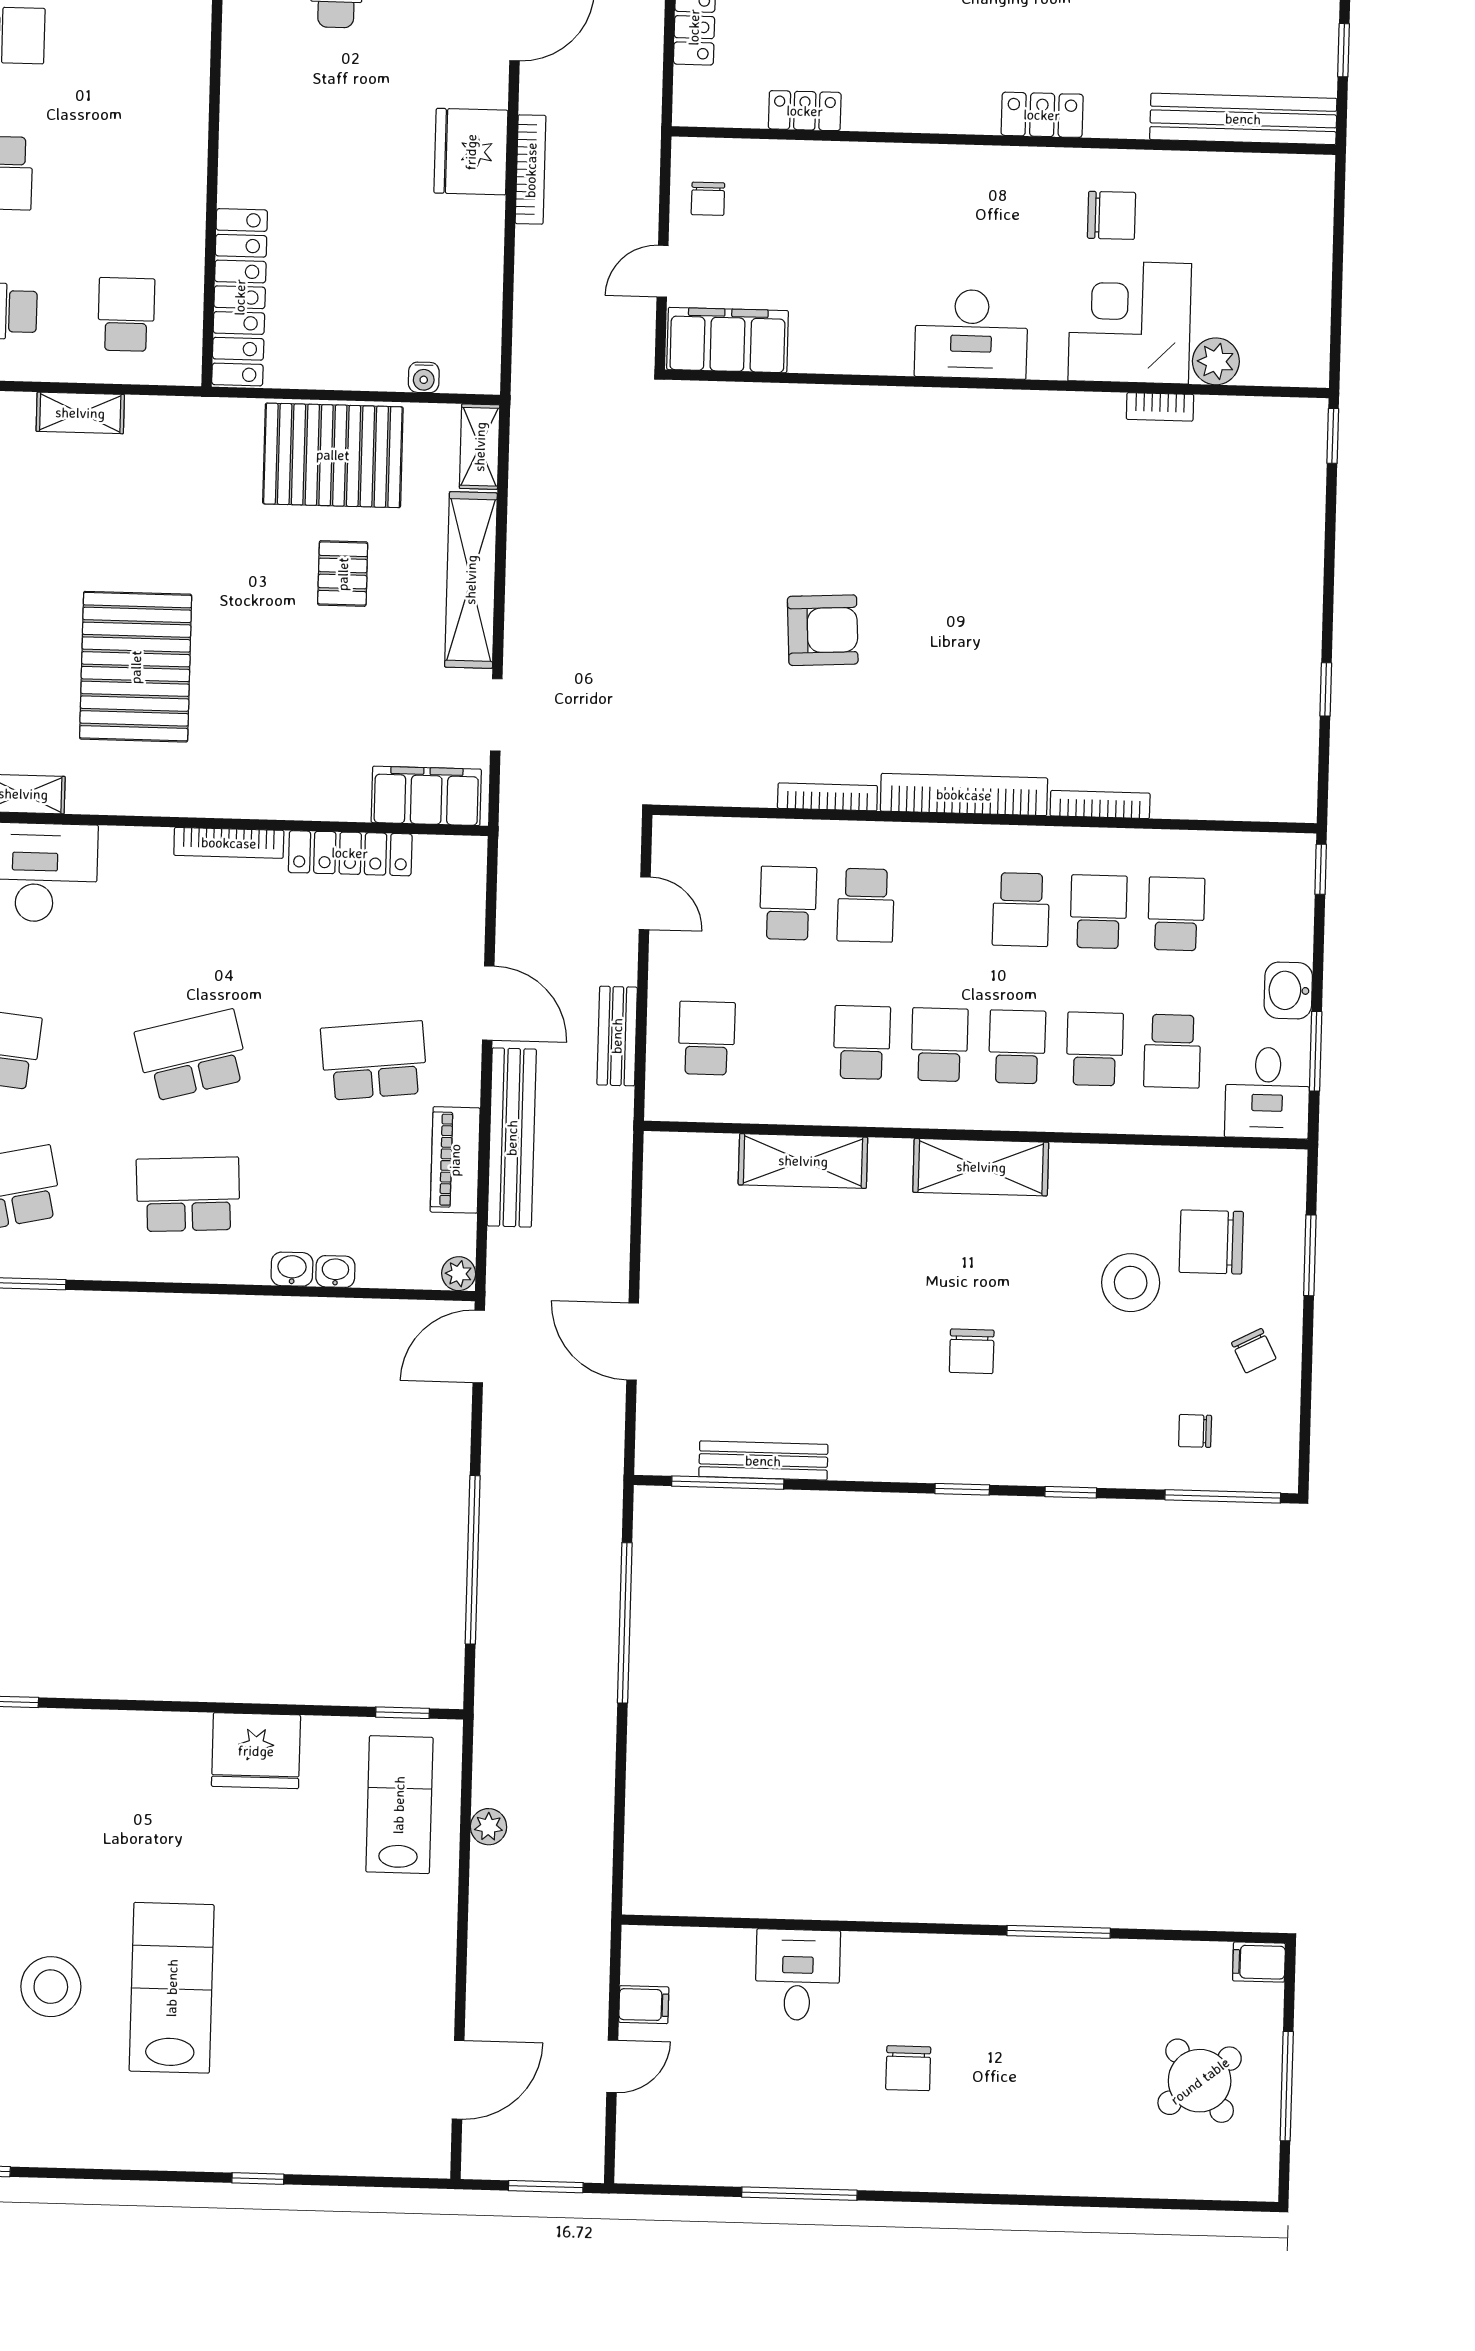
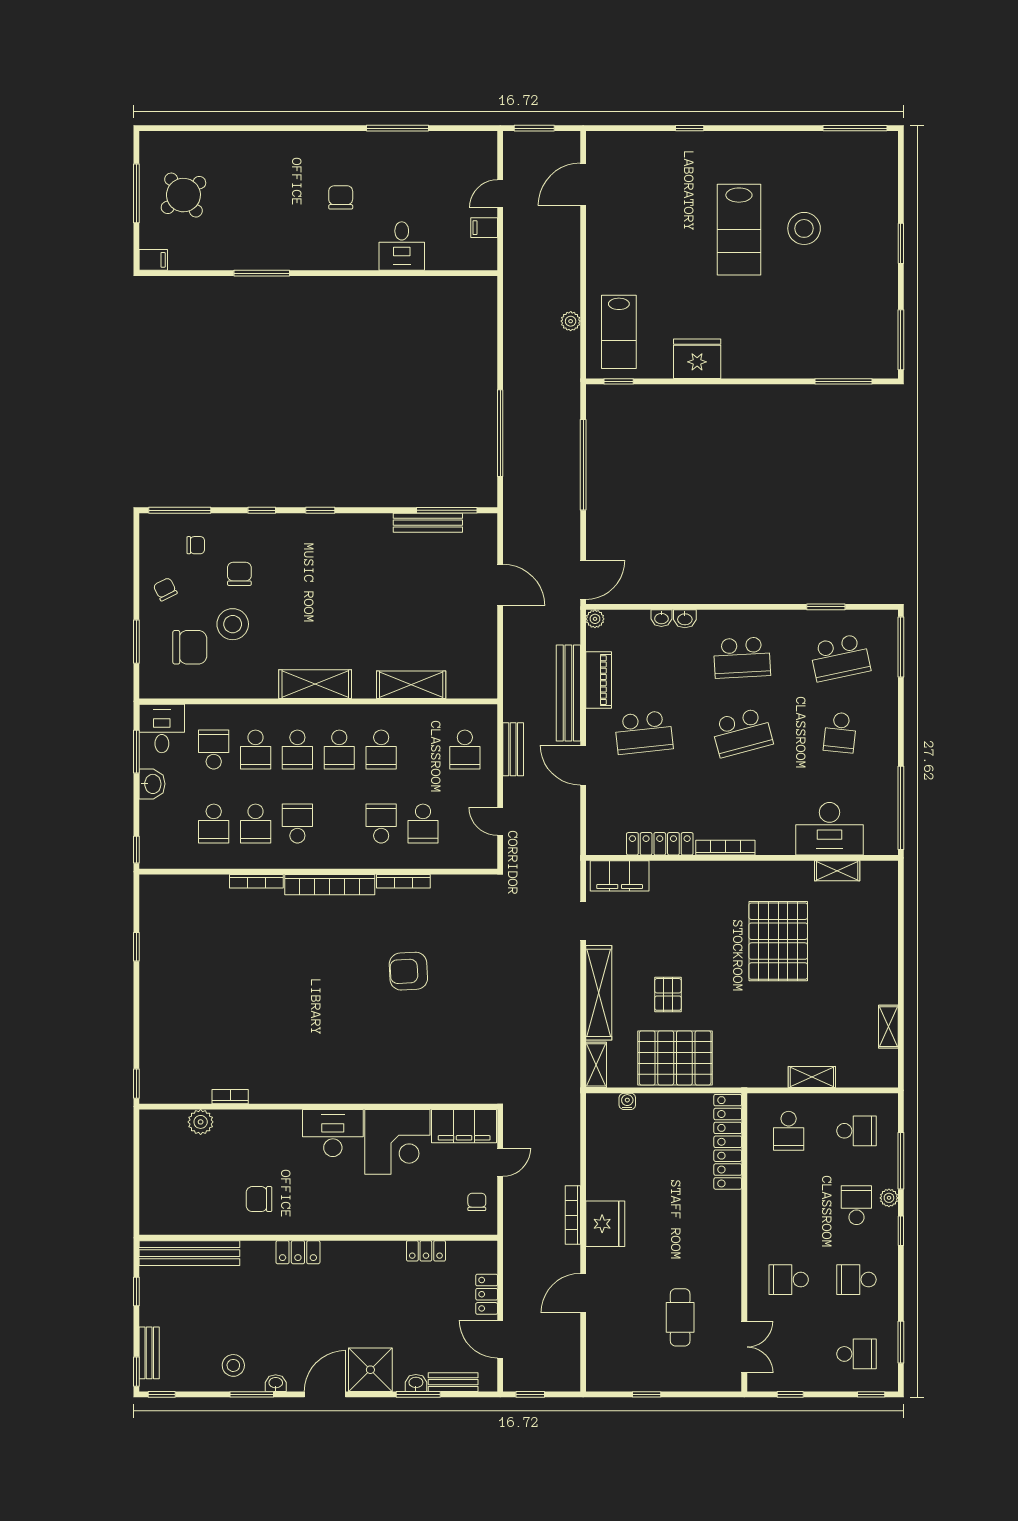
school desk: (134, 39) -> (789, 1280), added
corner desk: (1130, 322) -> (397, 1142), moved
chair: (972, 1351) -> (239, 574), moved

